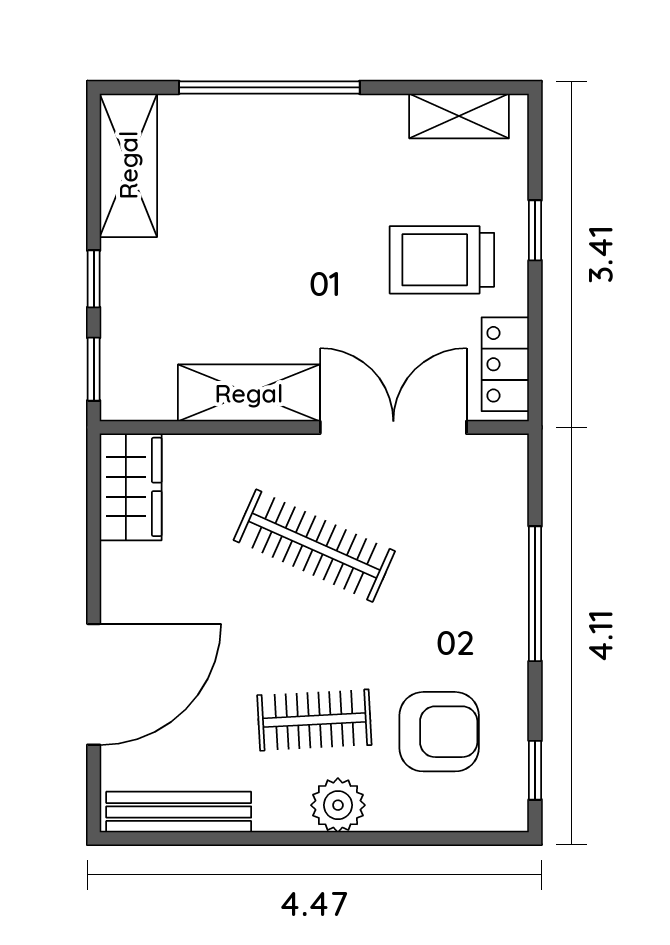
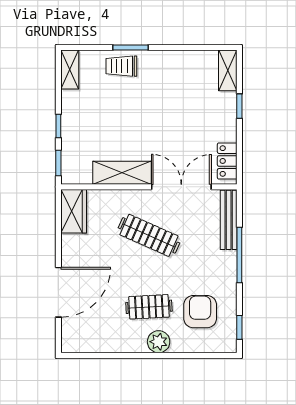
window: (269, 87) -> (130, 48), width x0.47
shelving: (459, 116) -> (228, 70), moved, turned 90
shelving: (128, 165) -> (70, 70), width x0.67, depth x0.75
trolley: (442, 260) -> (121, 66), moved, width x0.73, depth x0.72
armchair: (439, 732) -> (200, 312), turned -90
bench: (179, 812) -> (229, 220), moved, turned 90

